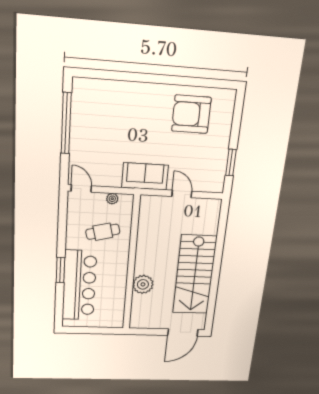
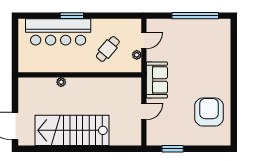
door: (81, 188) -> (144, 40), moved
cafe table: (103, 232) -> (108, 49), turned 54
plant: (143, 284) -> (61, 82), width x0.53, depth x0.53

